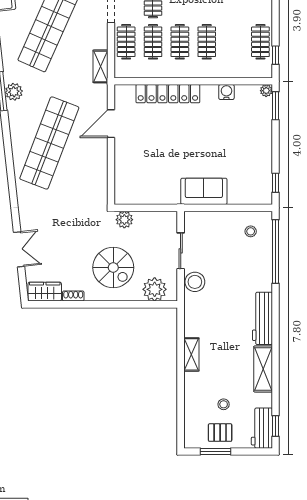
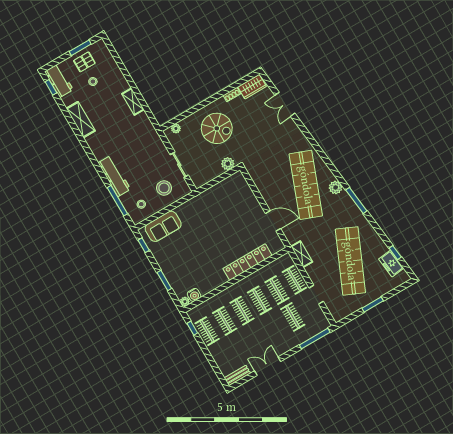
clothes rail: (234, 42) -> (225, 321), added
plant: (14, 92) -> (336, 187), moved
water cooler: (226, 92) -> (194, 295), moved
window: (276, 106) -> (164, 281), moved
door: (111, 124) -> (273, 221), hinge flipped
sofa: (204, 191) -> (163, 226), moved
window: (276, 251) -> (117, 201), width x0.68
spiral stairs: (113, 268) -> (217, 128), turned 180
stool: (195, 282) -> (164, 188), moved
plant: (155, 289) -> (176, 128), width x0.53, depth x0.53
workbench: (262, 318) -> (114, 176), moved

